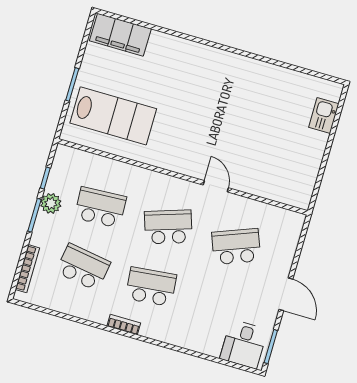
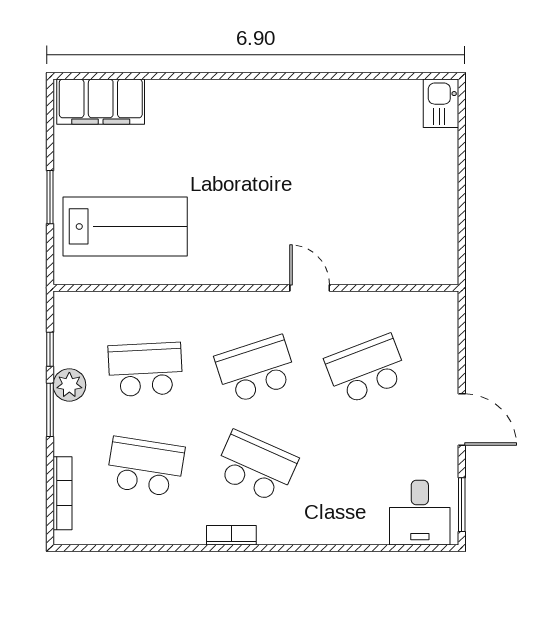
kitchen sink: (324, 116) -> (441, 103), moved
school desk: (151, 287) -> (256, 467), turned 30

